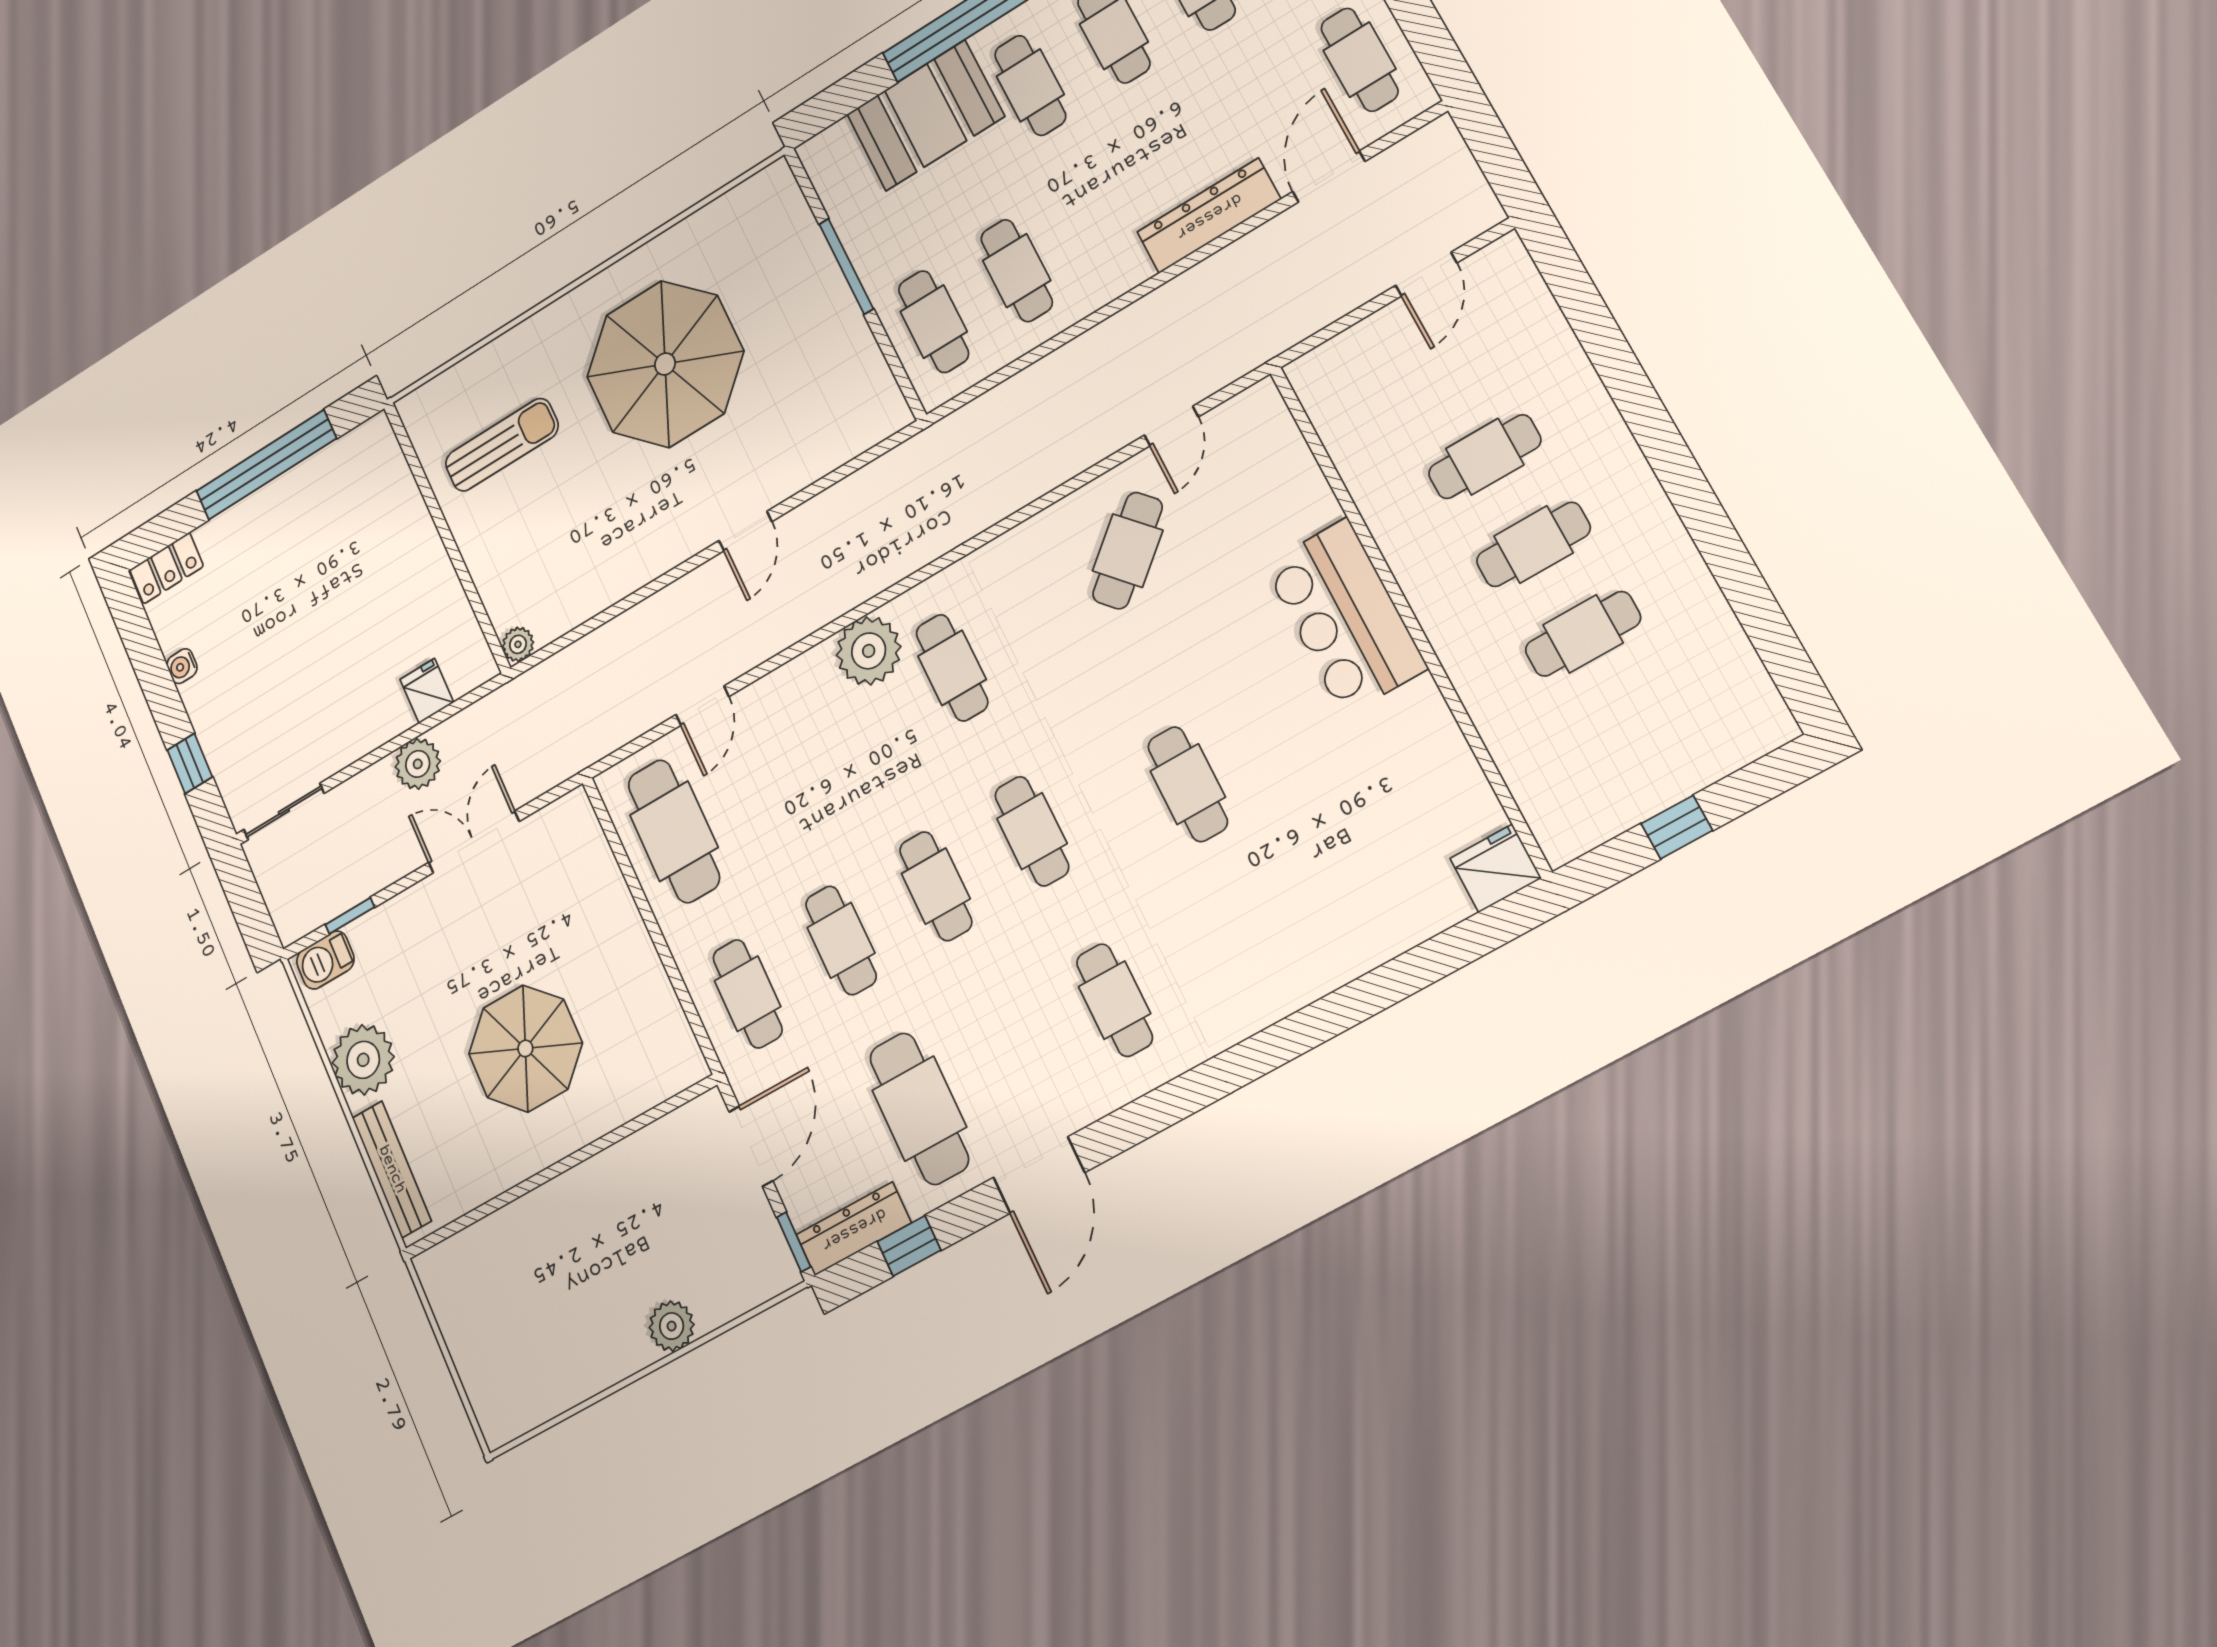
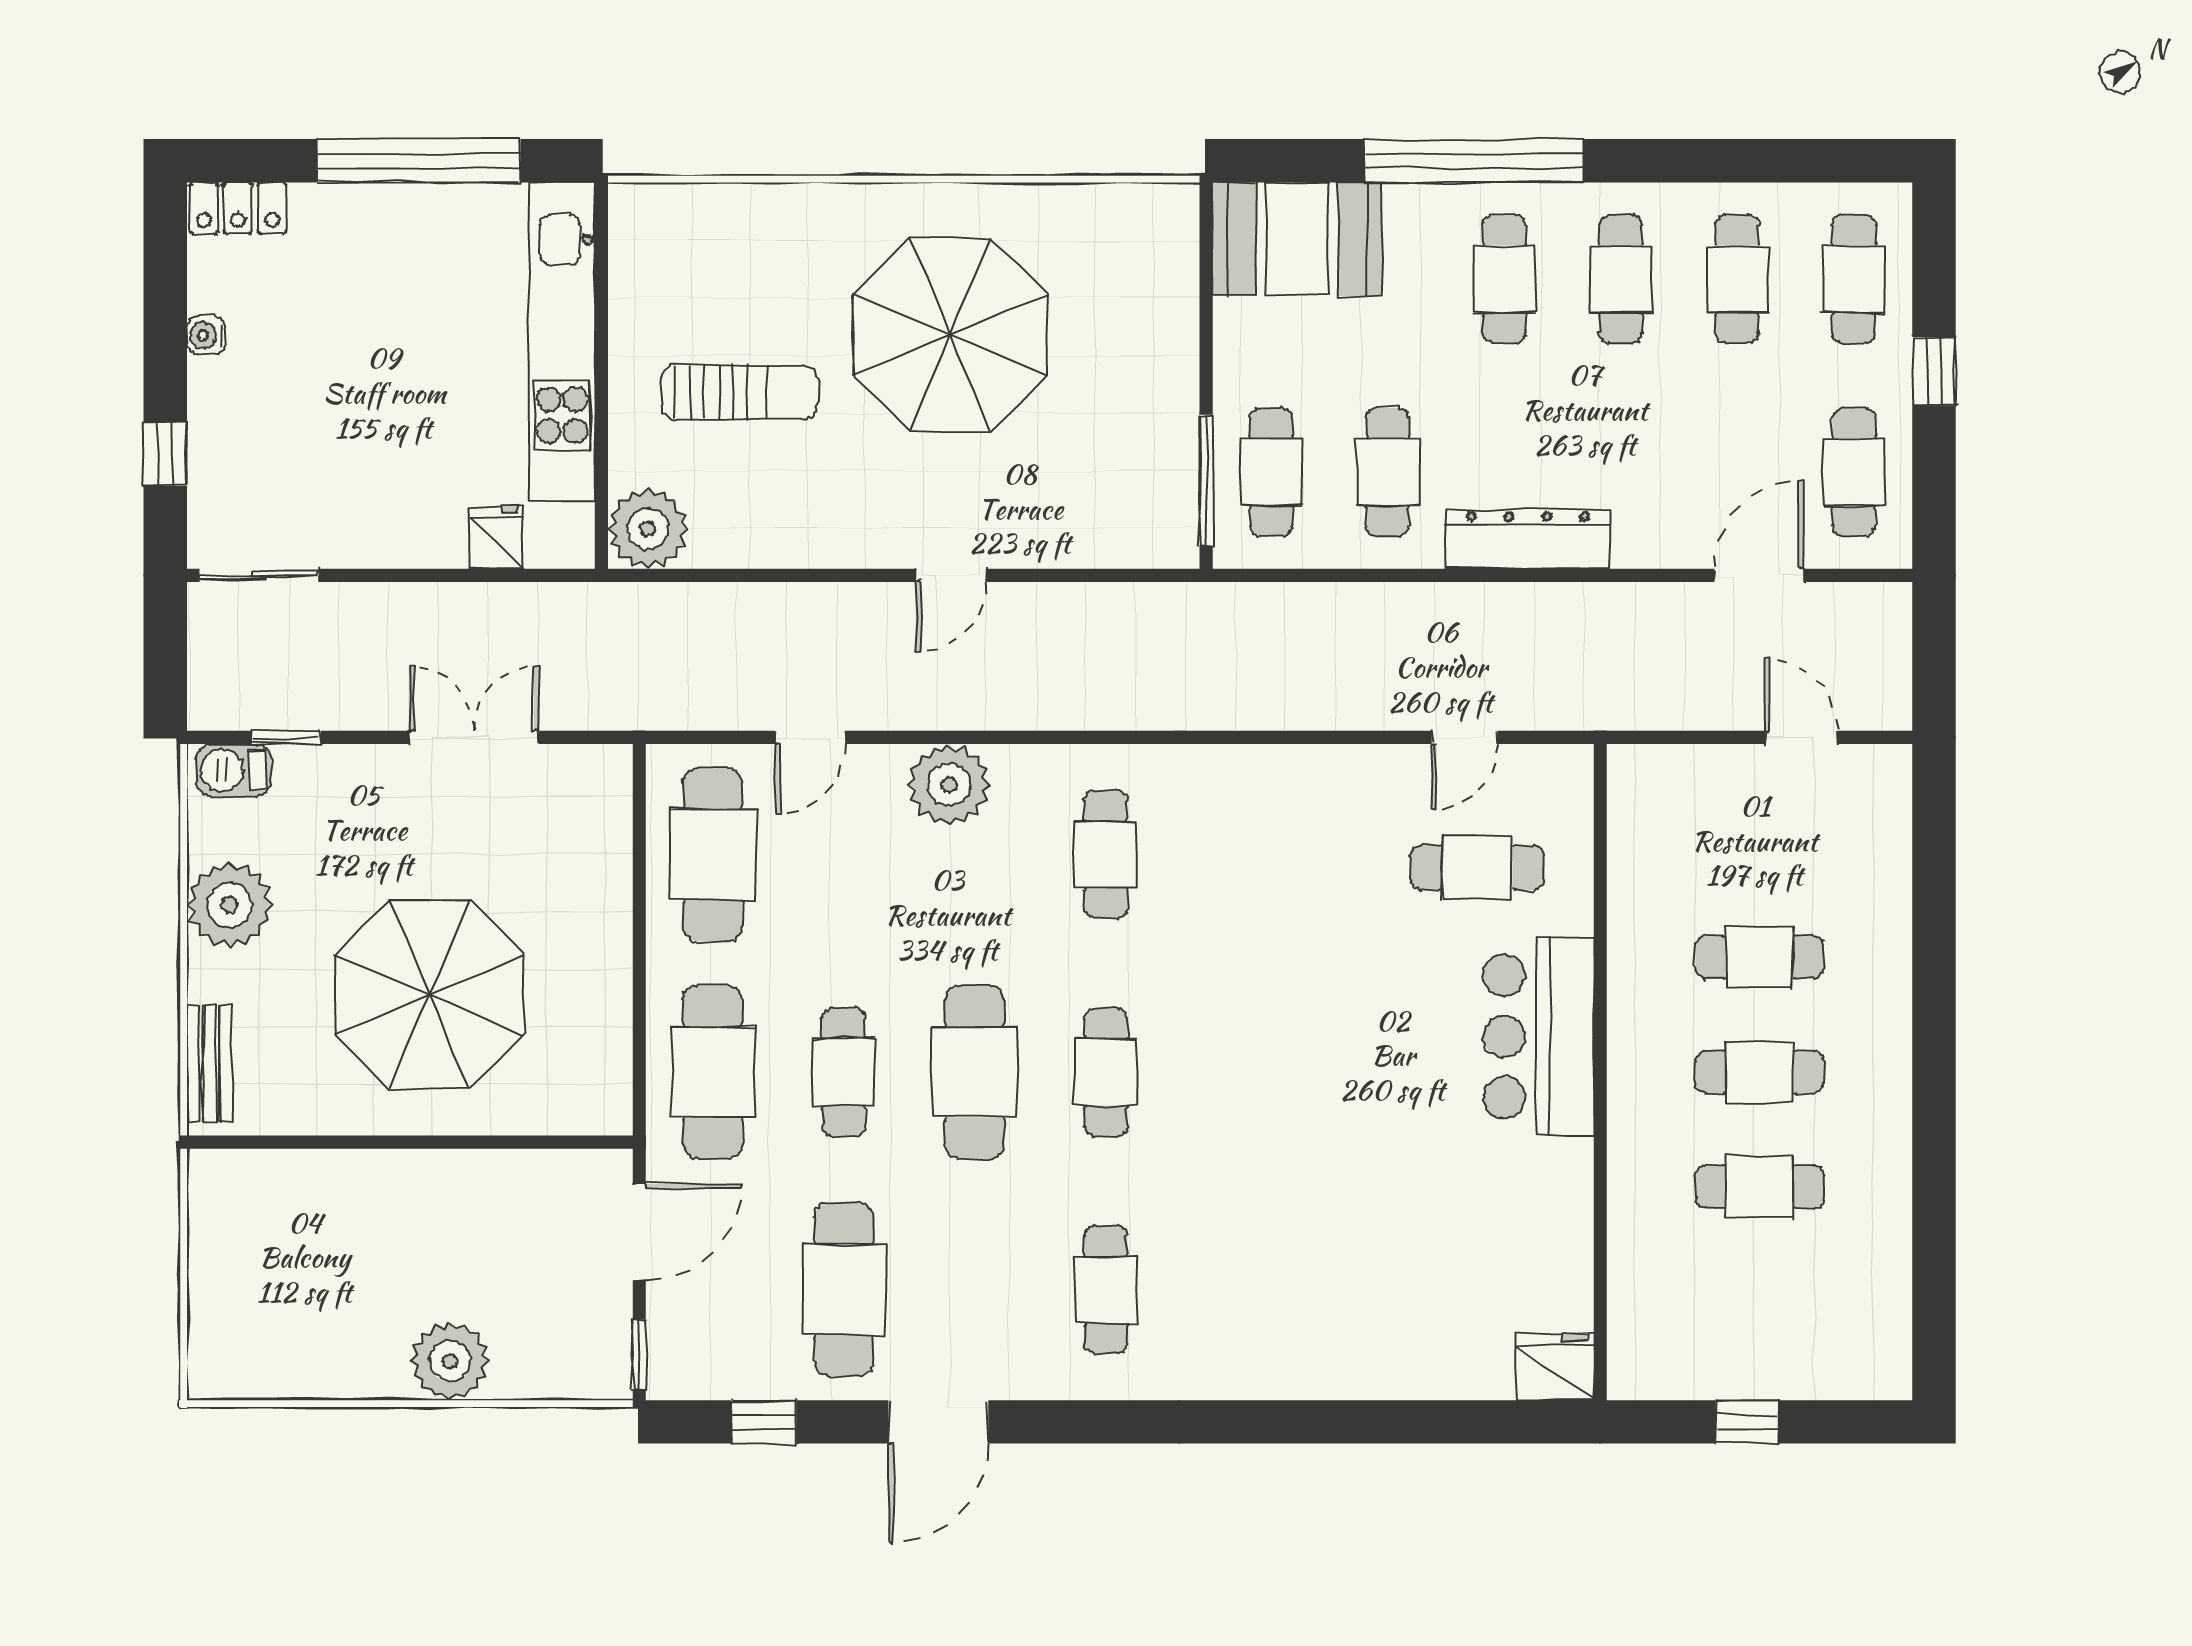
booth: (925, 115) -> (1297, 239), moved
dresser: (1209, 216) -> (1528, 539), moved
window: (846, 266) -> (1206, 480), moved
door: (1426, 274) -> (1801, 737), swing flipped
sun lounger: (502, 445) -> (739, 392), moved
kitchen unit: (411, 529) -> (562, 342), added
cafe table: (1128, 551) -> (1477, 868), moved, turned 42
plant: (518, 644) -> (648, 529), width x1.88, depth x1.88
plant: (869, 651) -> (949, 785), moved
plant: (418, 764) -> (447, 613), removed
cafe table: (1188, 784) -> (1292, 1114), removed
cafe table: (936, 886) -> (975, 1072), width x1.37, depth x1.35
cafe table: (748, 994) -> (713, 1072), width x1.37, depth x1.35
parasol: (525, 1048) -> (430, 995), width x1.36, depth x1.36
bench: (392, 1169) -> (209, 1063), width x0.73
dresser: (854, 1229) -> (712, 1374), removed
plant: (672, 1326) -> (450, 1361), width x1.36, depth x1.36

